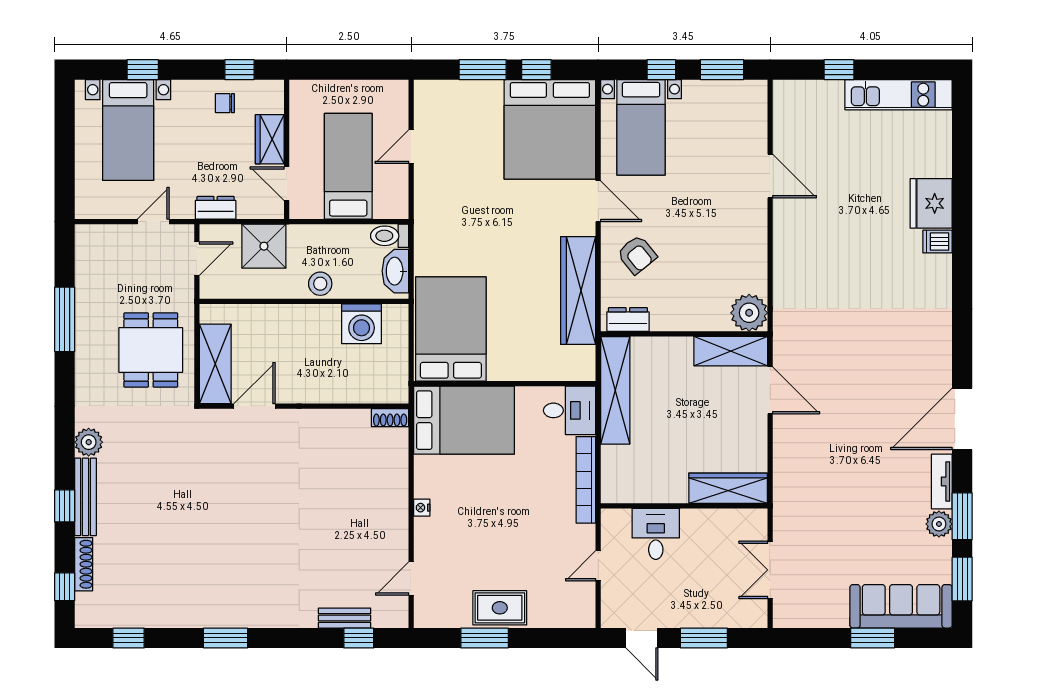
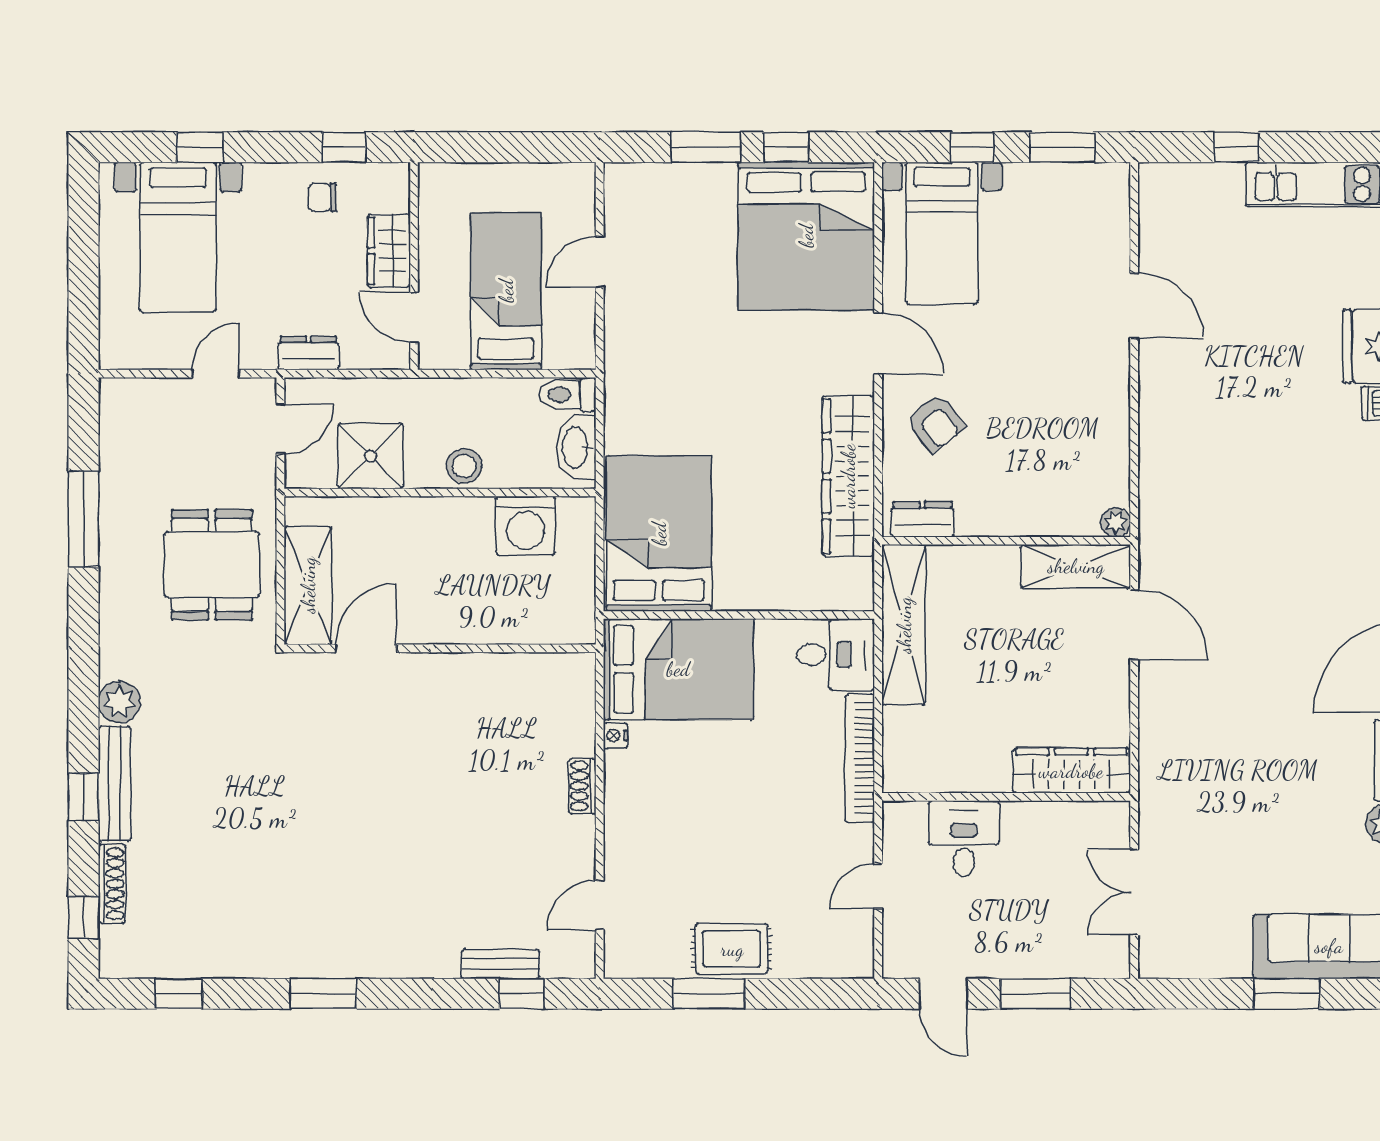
shower: (264, 246) -> (370, 456), moved
plant: (749, 313) -> (1116, 522), width x0.53, depth x0.53
shoe rack: (390, 418) -> (582, 786), moved, turned 90
nightstand: (422, 508) -> (615, 735), moved

